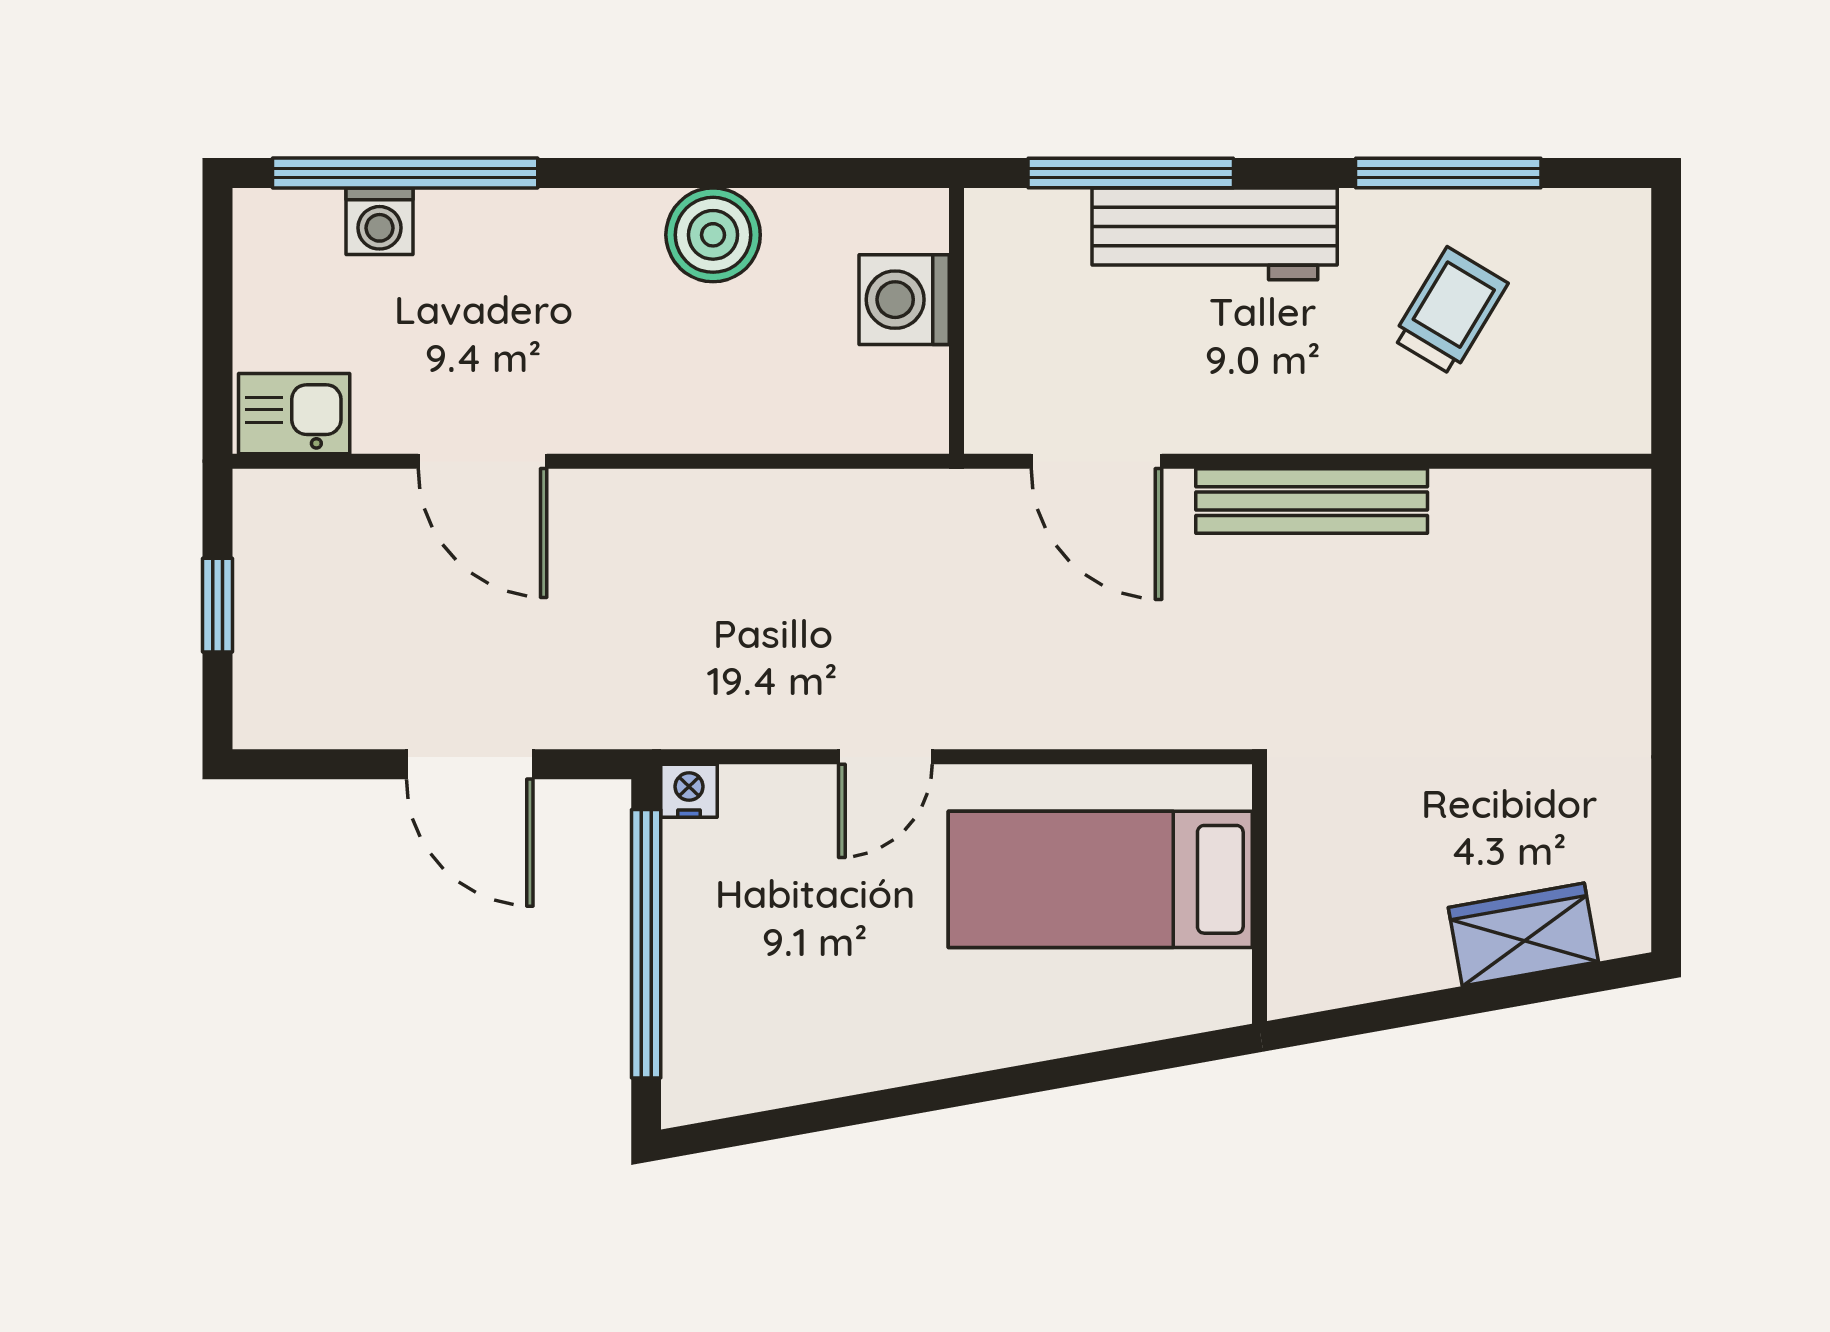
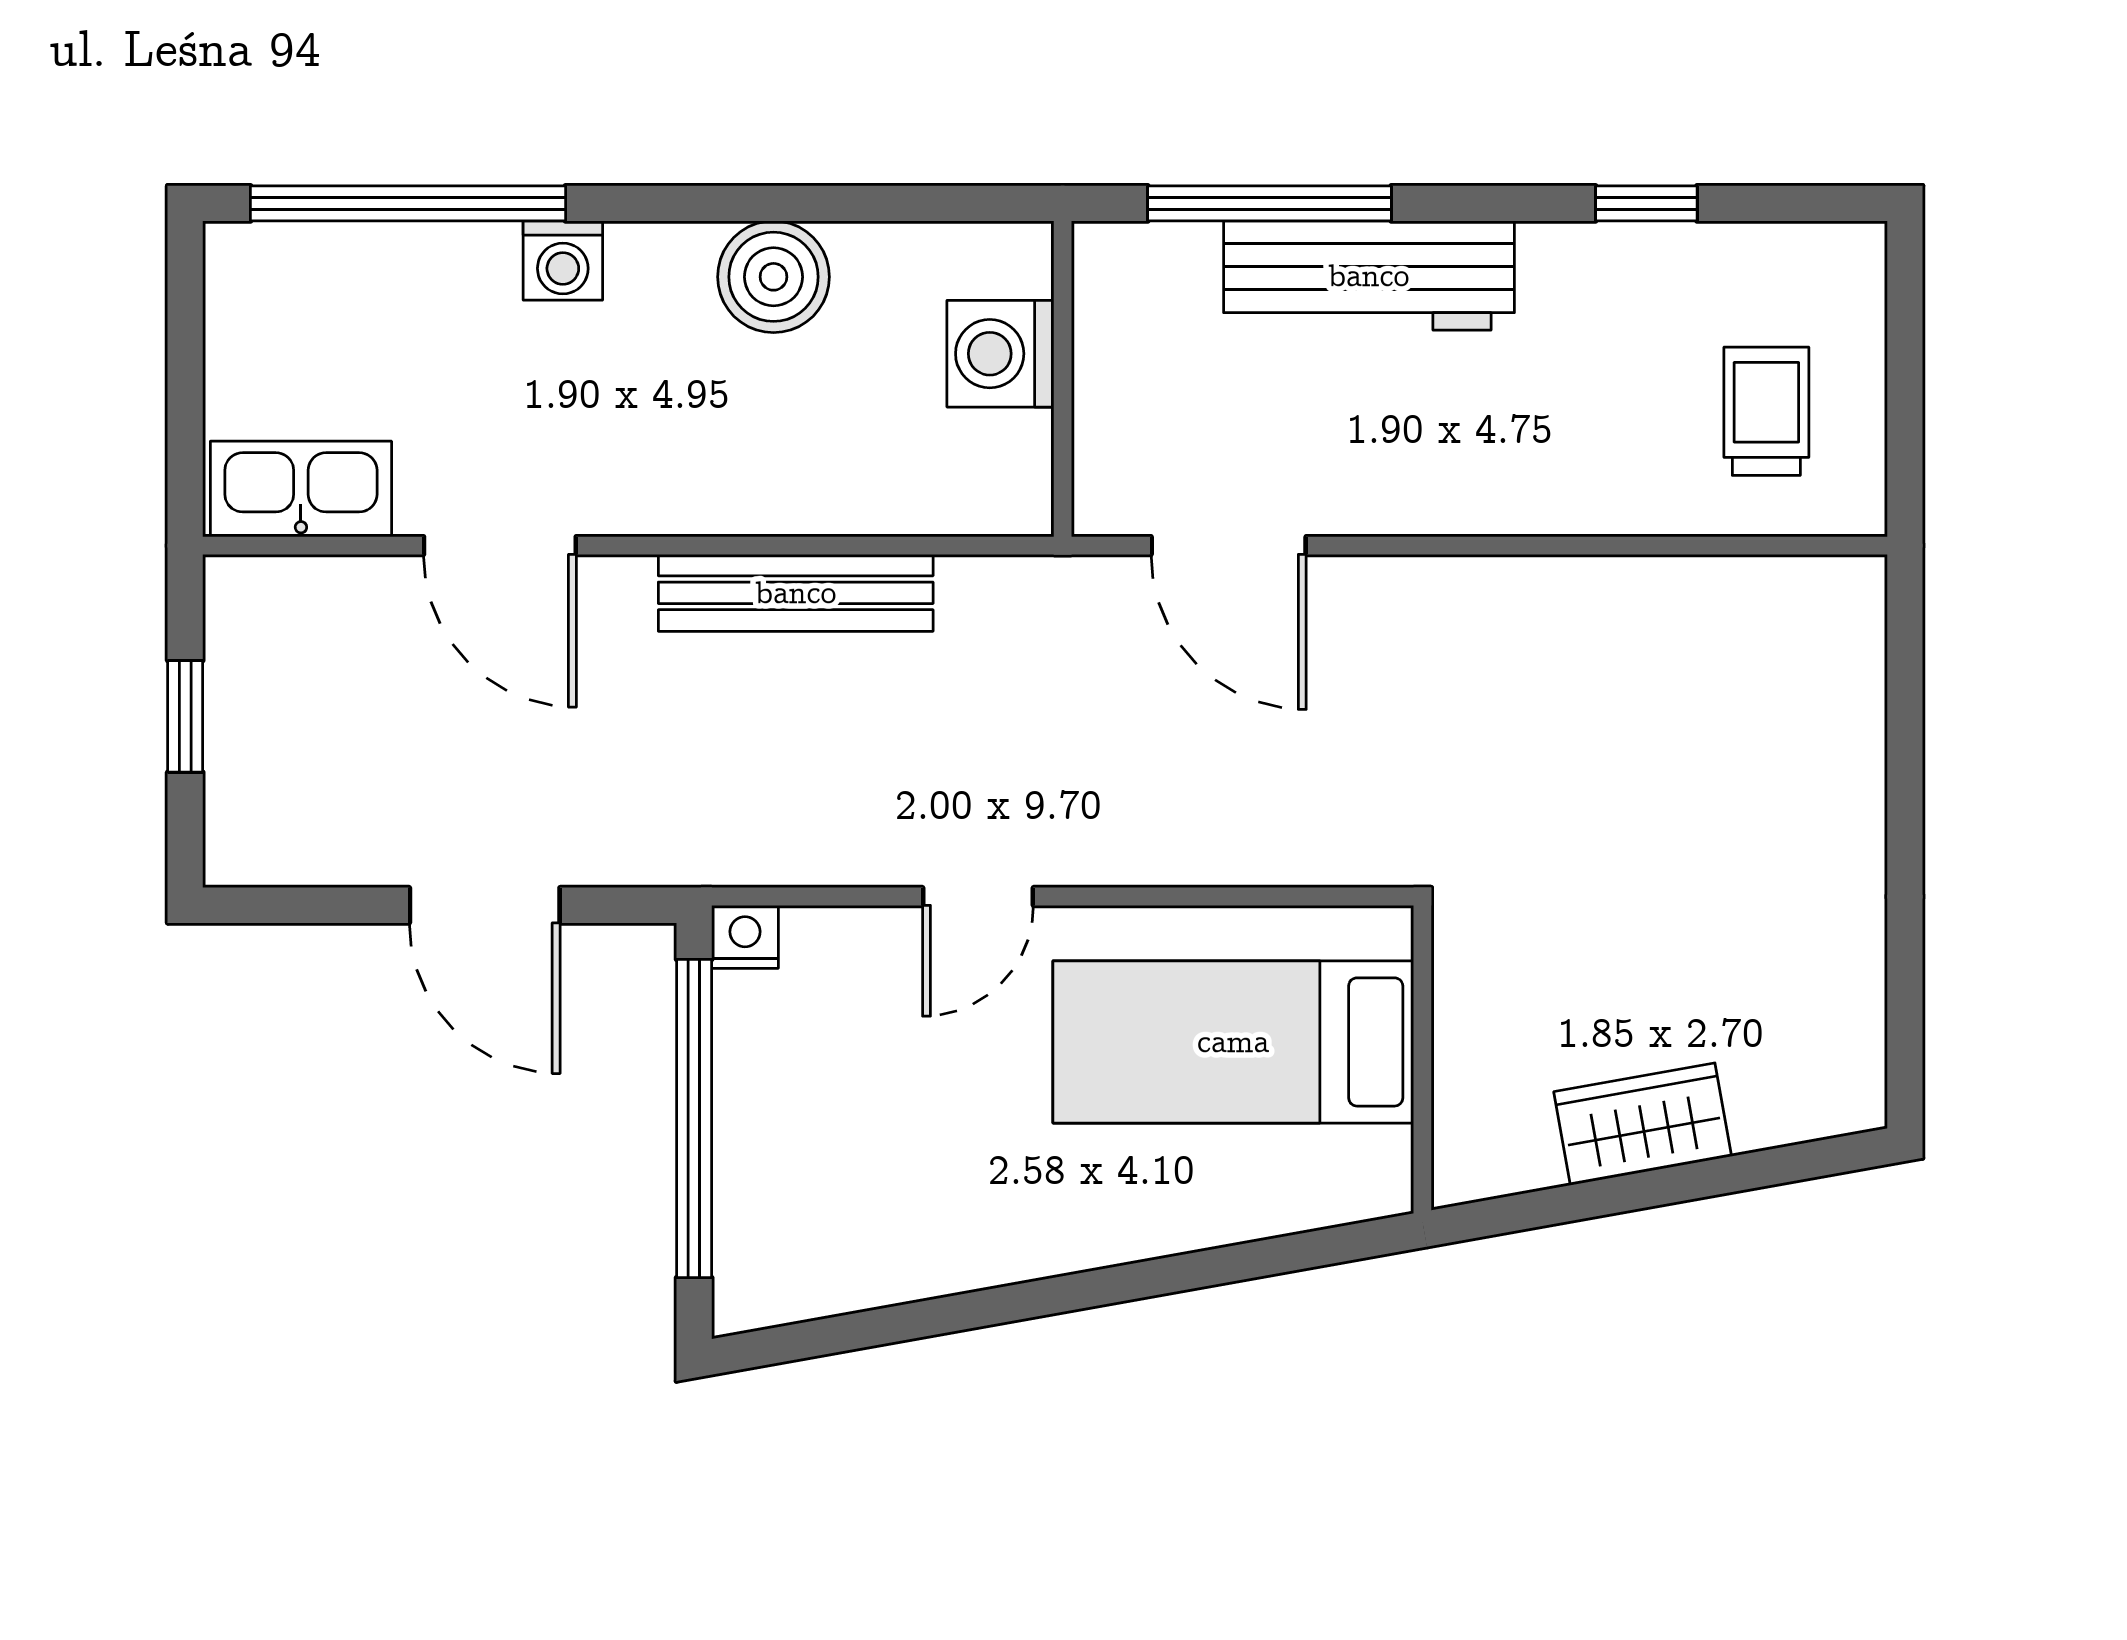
window: (1448, 173) -> (1646, 203), width x0.46
washing machine: (380, 221) -> (563, 261), moved
trolley: (1450, 311) -> (1766, 411), moved, turned -31
kitchen sink: (294, 414) -> (301, 489), width x1.38
bench: (1312, 501) -> (796, 593), moved
wardrobe: (1523, 935) -> (1643, 1124), moved

